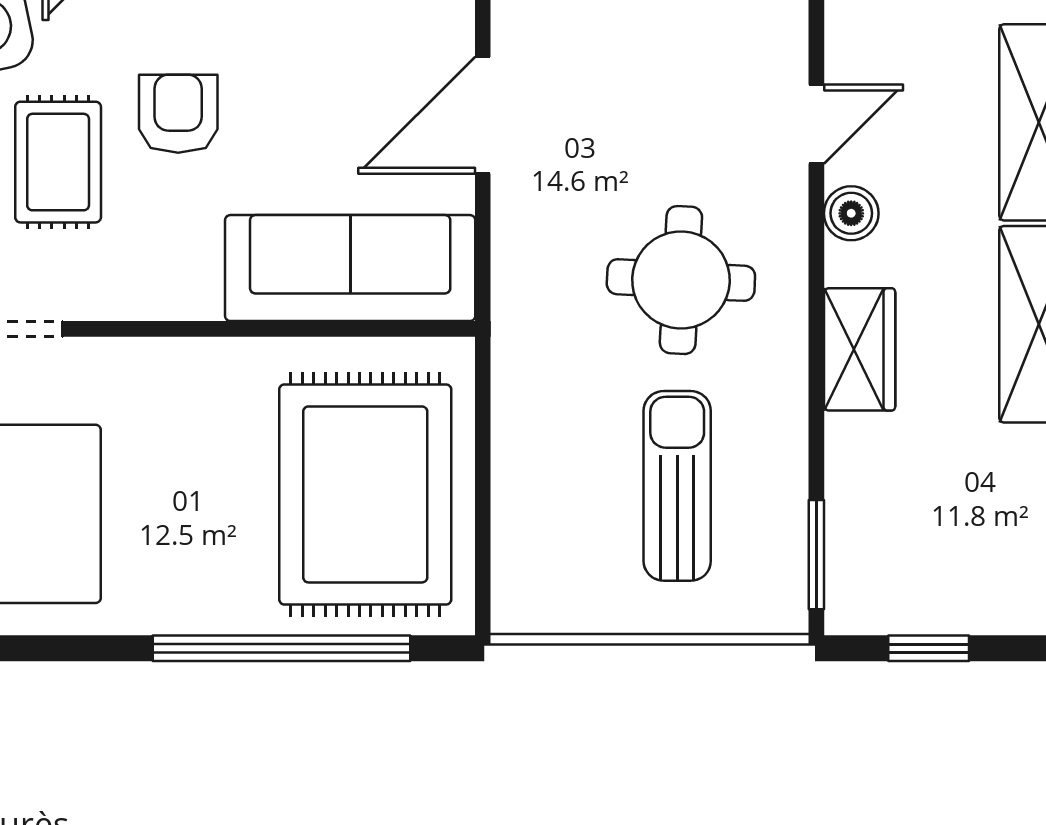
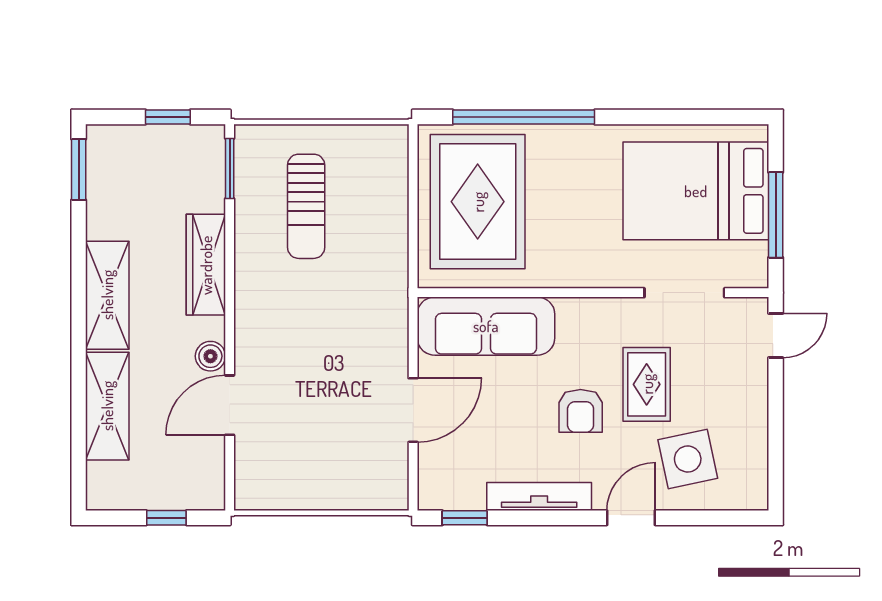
door: (816, 124) -> (230, 405), width x1.38
round table: (681, 280) -> (304, 319), removed
wardrobe: (860, 349) -> (206, 265), width x1.50

